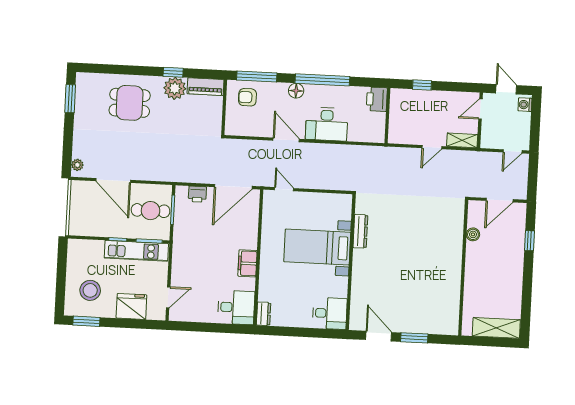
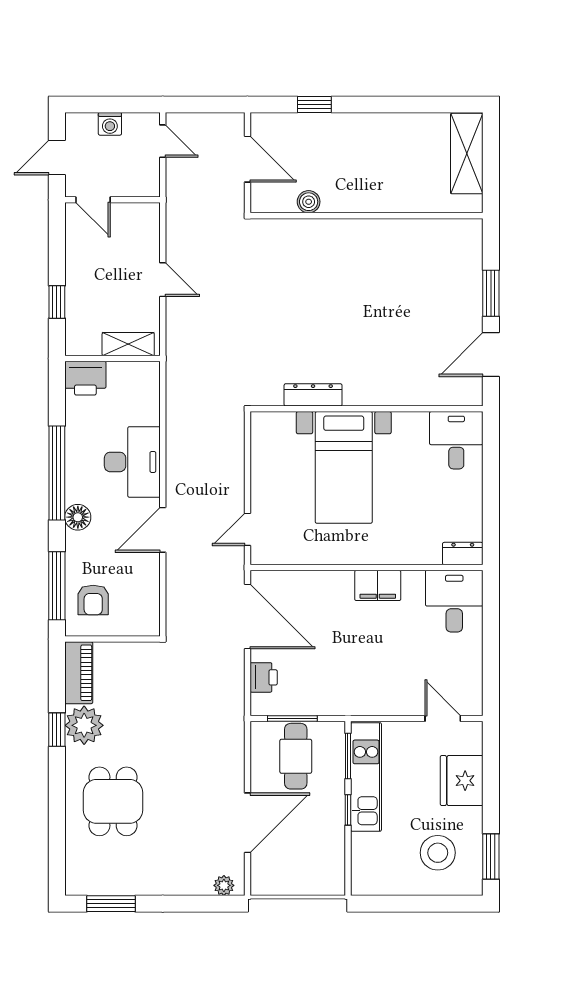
washing machine: (525, 105) -> (110, 124), moved
shelving: (462, 140) -> (128, 344), moved, turned 90

